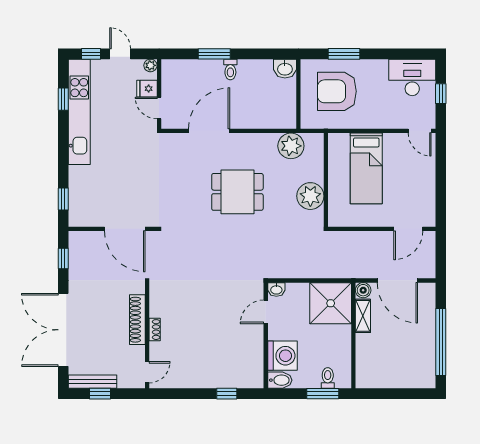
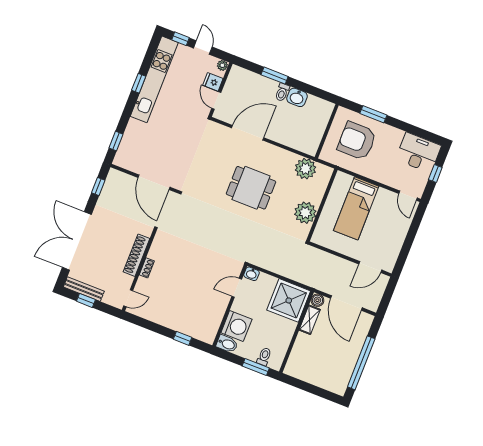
washbasin: (285, 69) -> (297, 97), moved
window: (63, 99) -> (139, 83), moved

